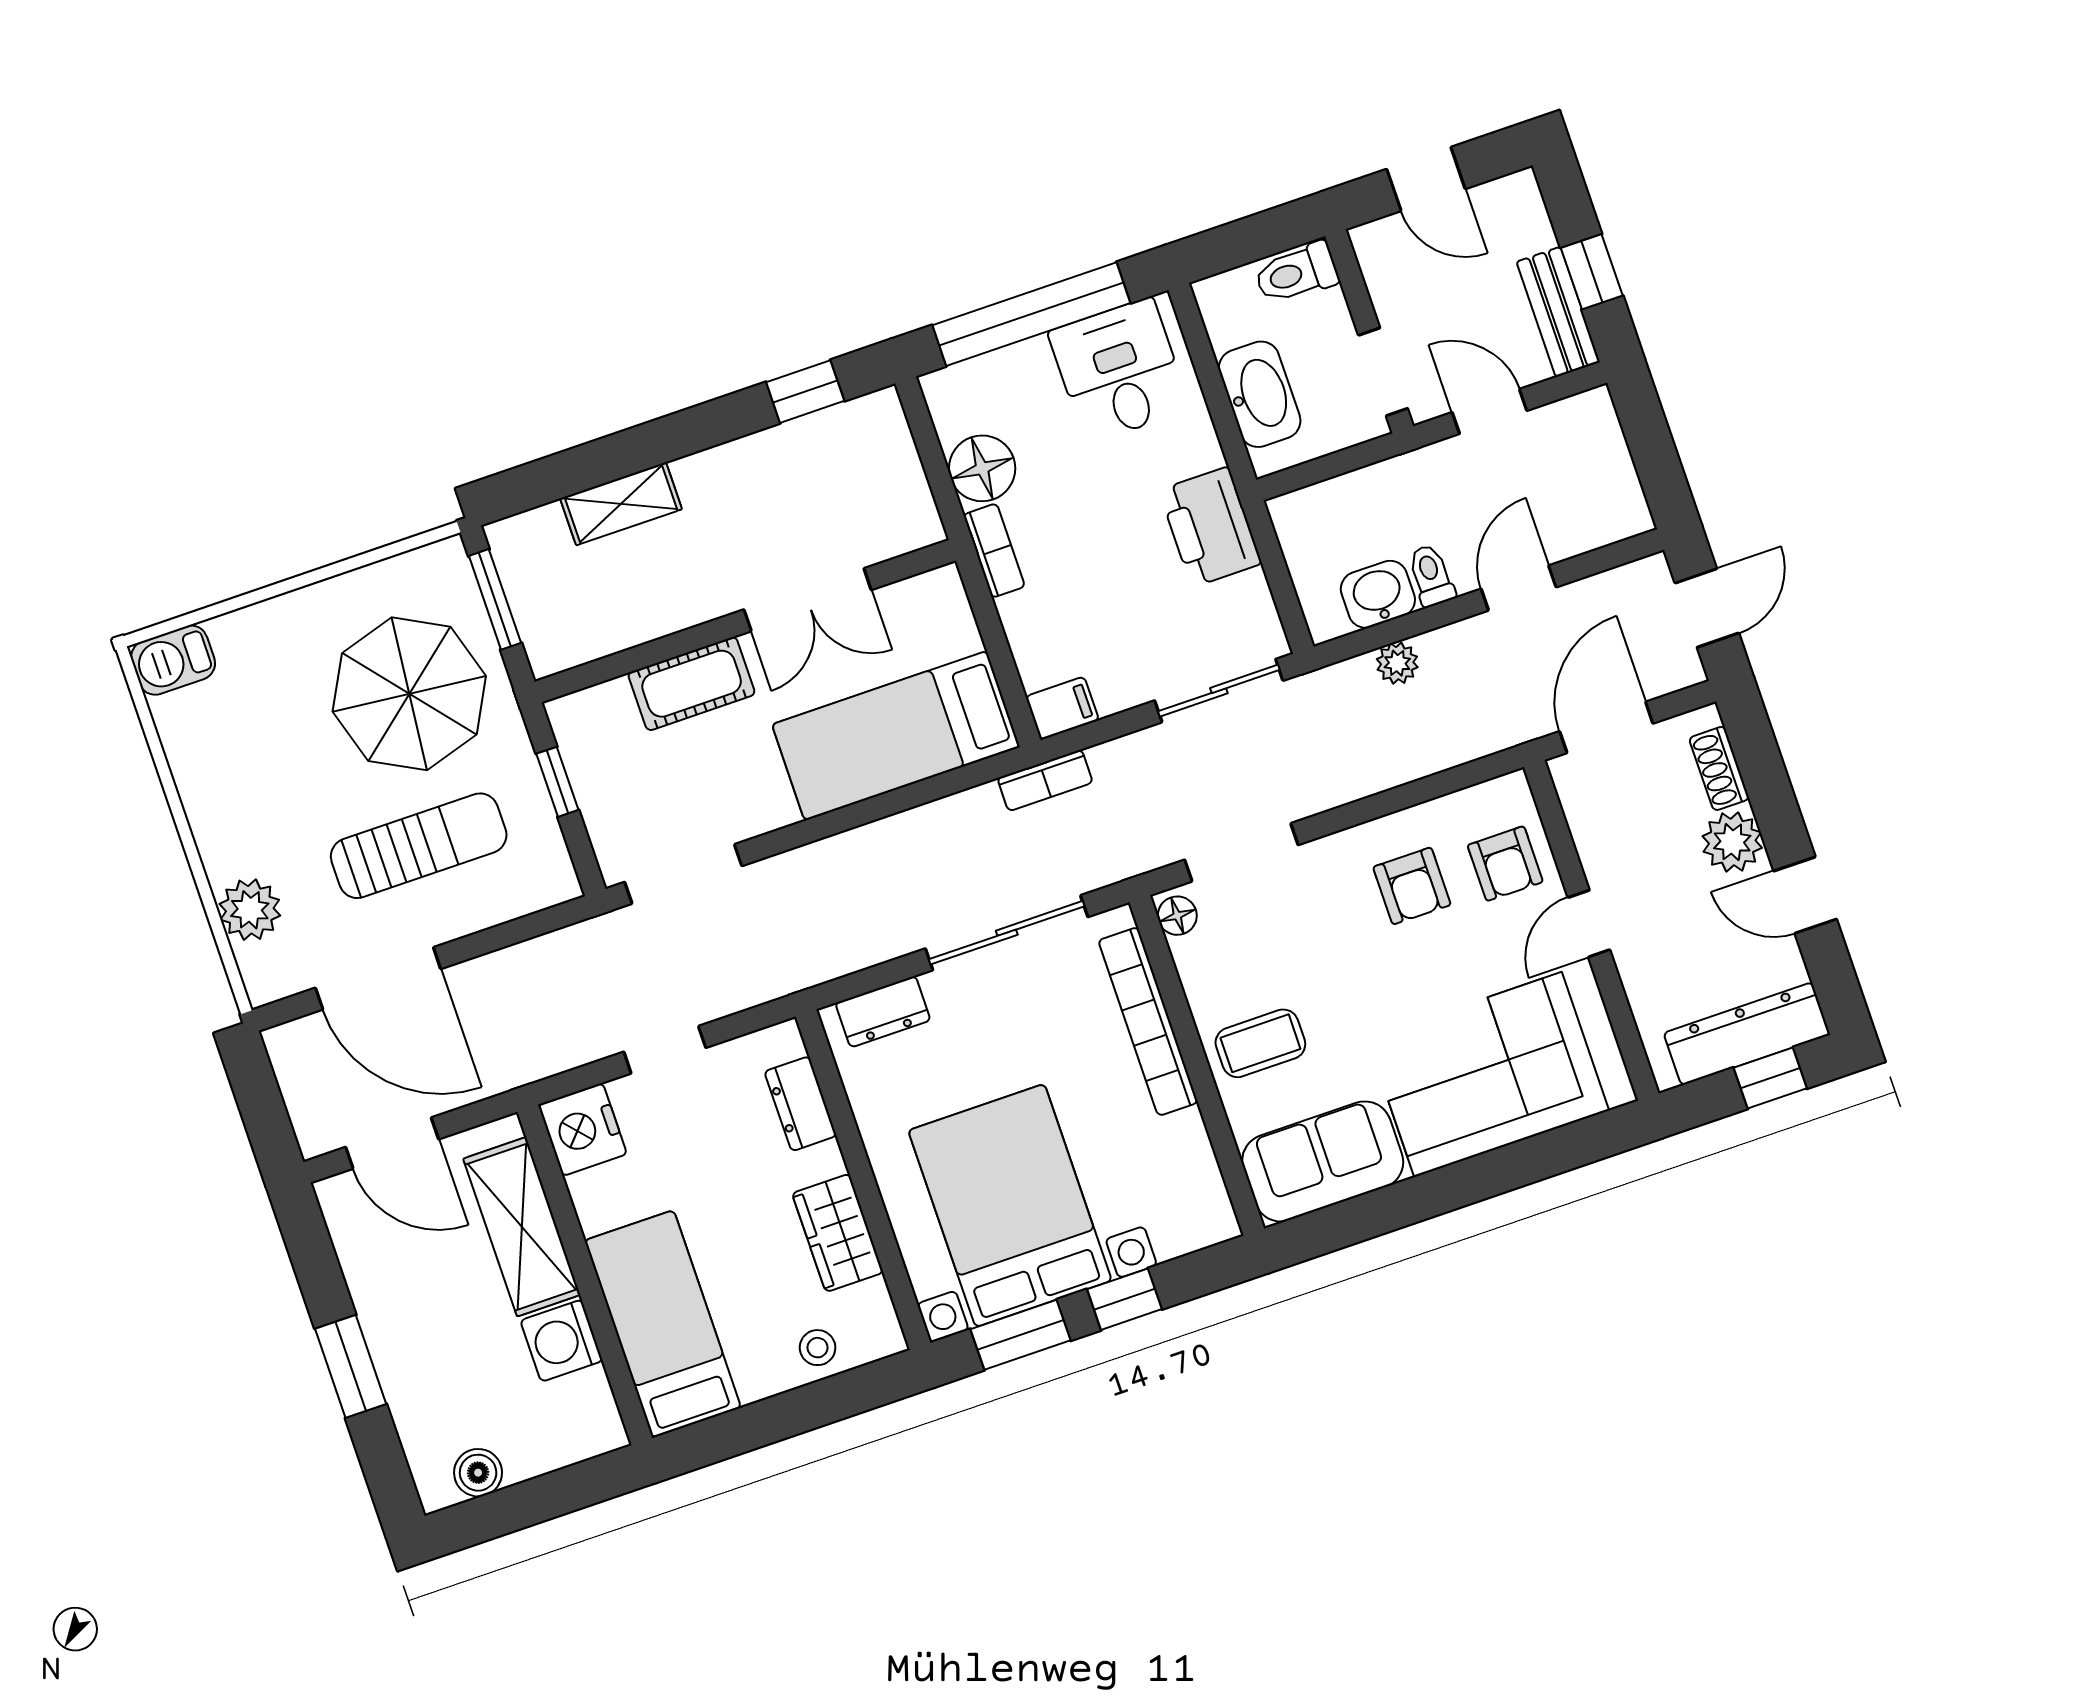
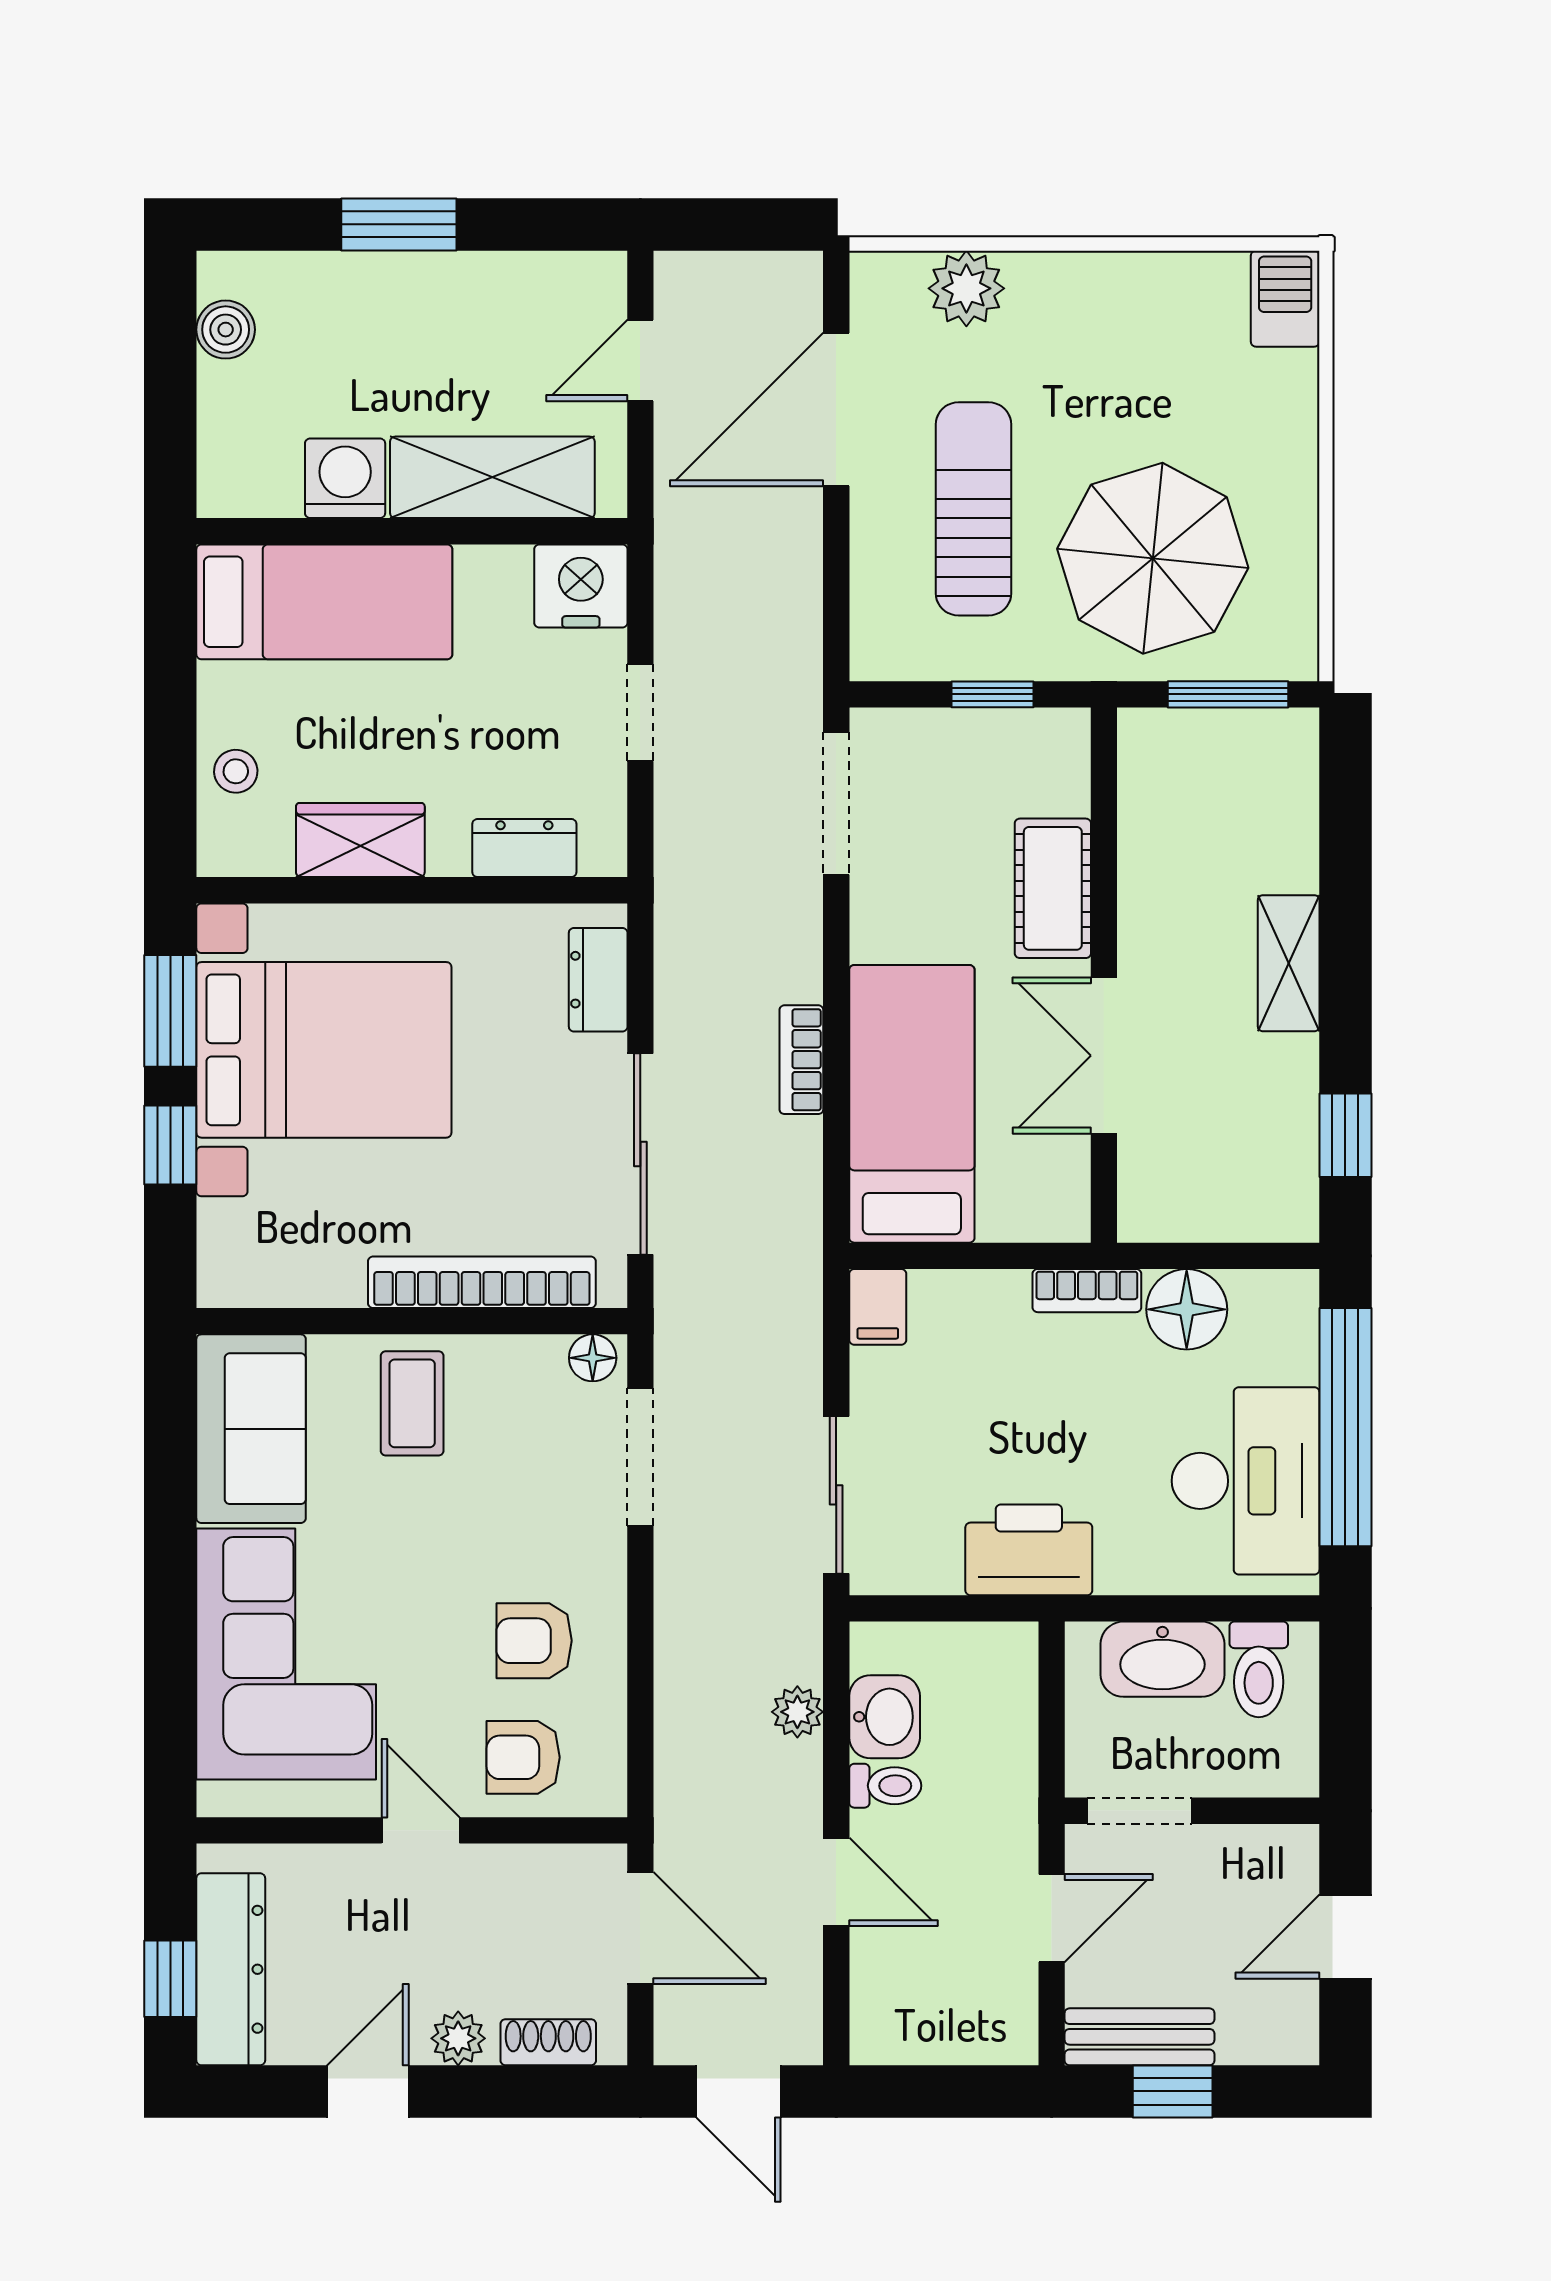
toilet: (1296, 273) -> (1259, 1669), moved, turned 180
desk: (1119, 370) -> (1246, 1481), width x1.37
shelving: (621, 504) -> (1289, 963), moved
bookcase: (1045, 780) -> (801, 1060), moved
plant: (1732, 842) -> (458, 2038), width x0.73, depth x0.73
sun lounger: (419, 846) -> (974, 509), turned 180
door: (392, 1143) -> (640, 361), width x0.73

